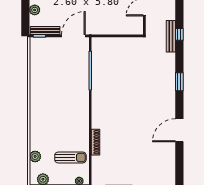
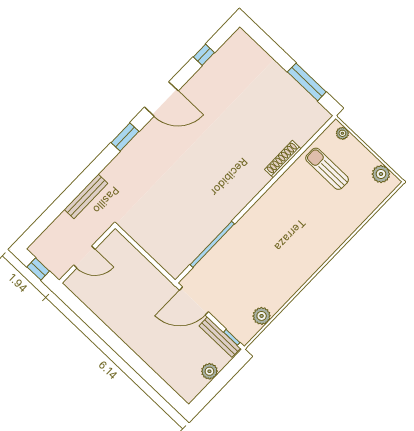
window: (179, 34) -> (204, 55), moved
door: (179, 130) -> (161, 99), moved
plant: (35, 156) -> (262, 316), moved

